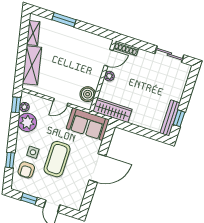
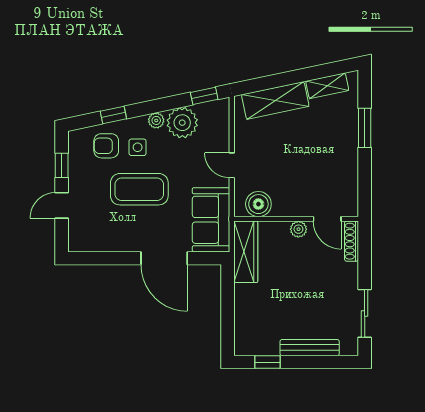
plant: (24, 107) -> (156, 120), moved
bench: (170, 118) -> (310, 348), moved
door: (98, 168) -> (164, 258), moved

